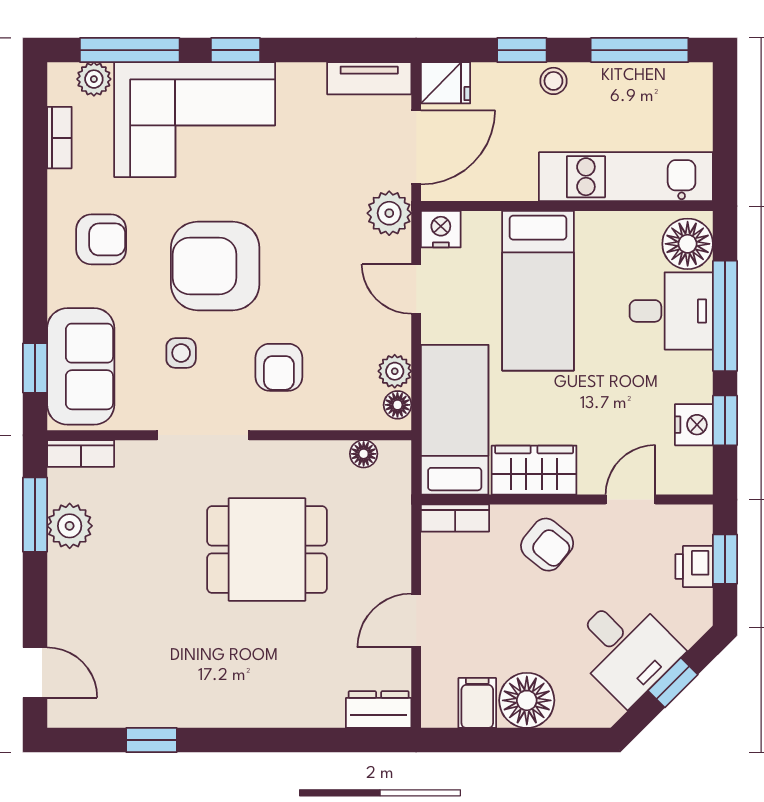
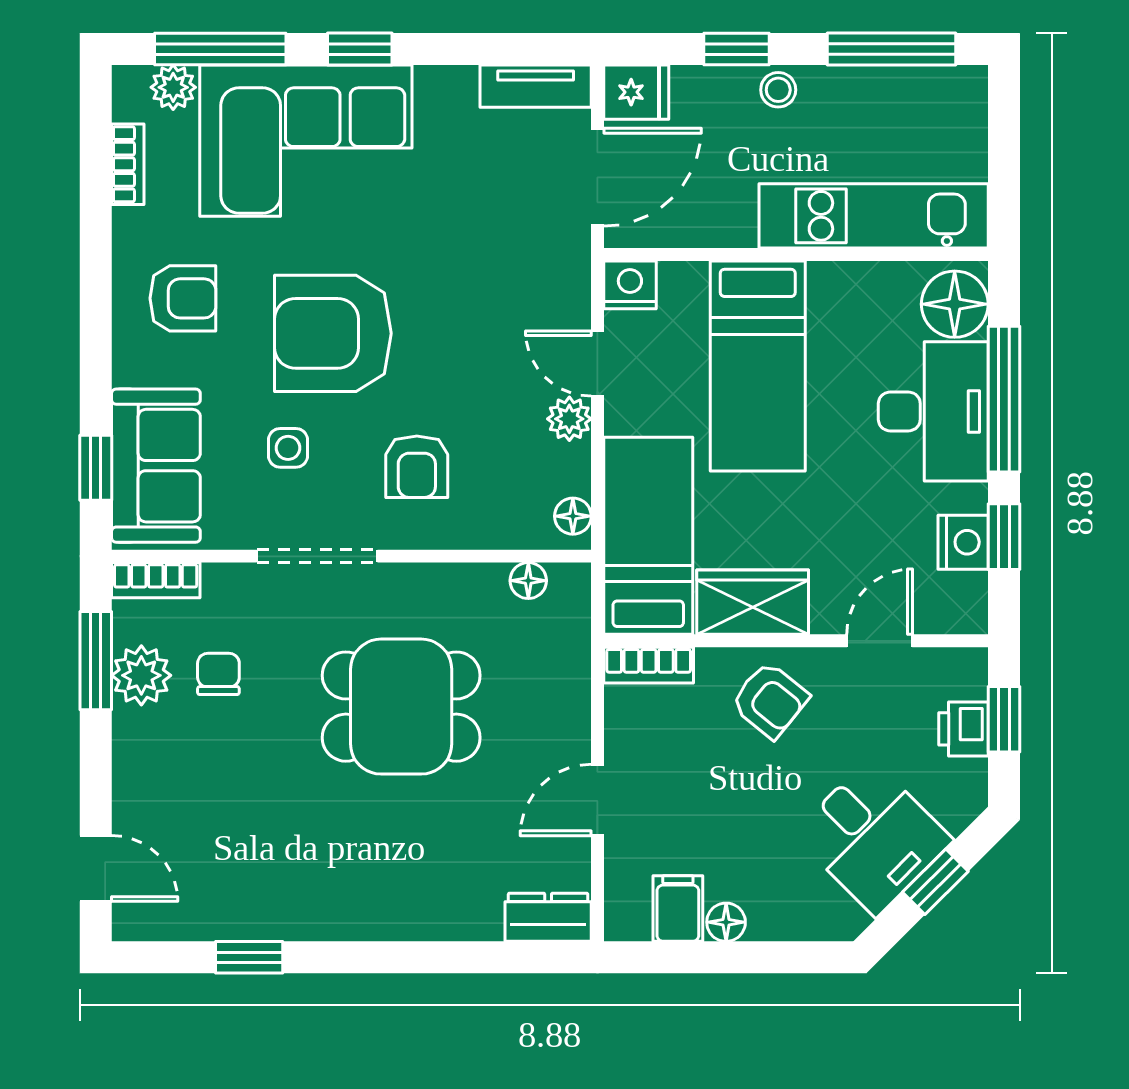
plant: (389, 213) -> (562, 264), removed
desk: (671, 311) -> (933, 411), width x1.37
plant: (395, 371) -> (569, 419), moved
chair: (128, 525) -> (218, 674), added
floor lamp: (527, 700) -> (726, 922), width x0.53, depth x0.53

